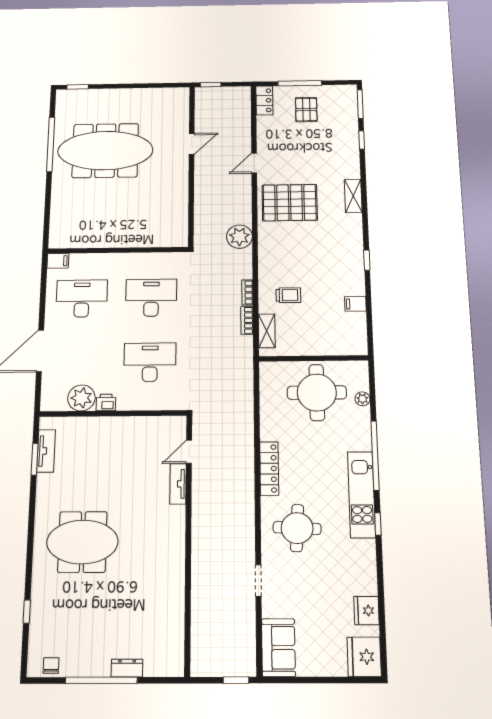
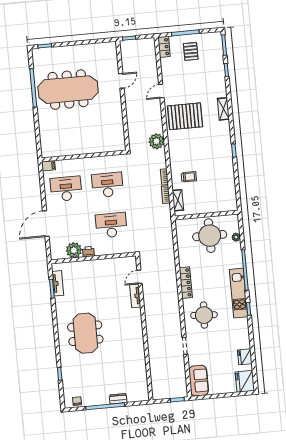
filing cabinet: (355, 304) -> (229, 179), removed
meeting table: (82, 542) -> (85, 333), turned 90

